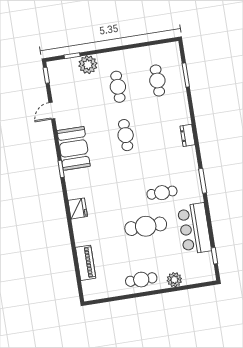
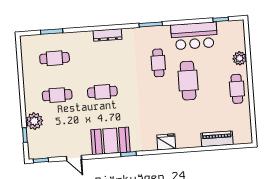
dresser: (187, 135) -> (108, 35), width x1.44

